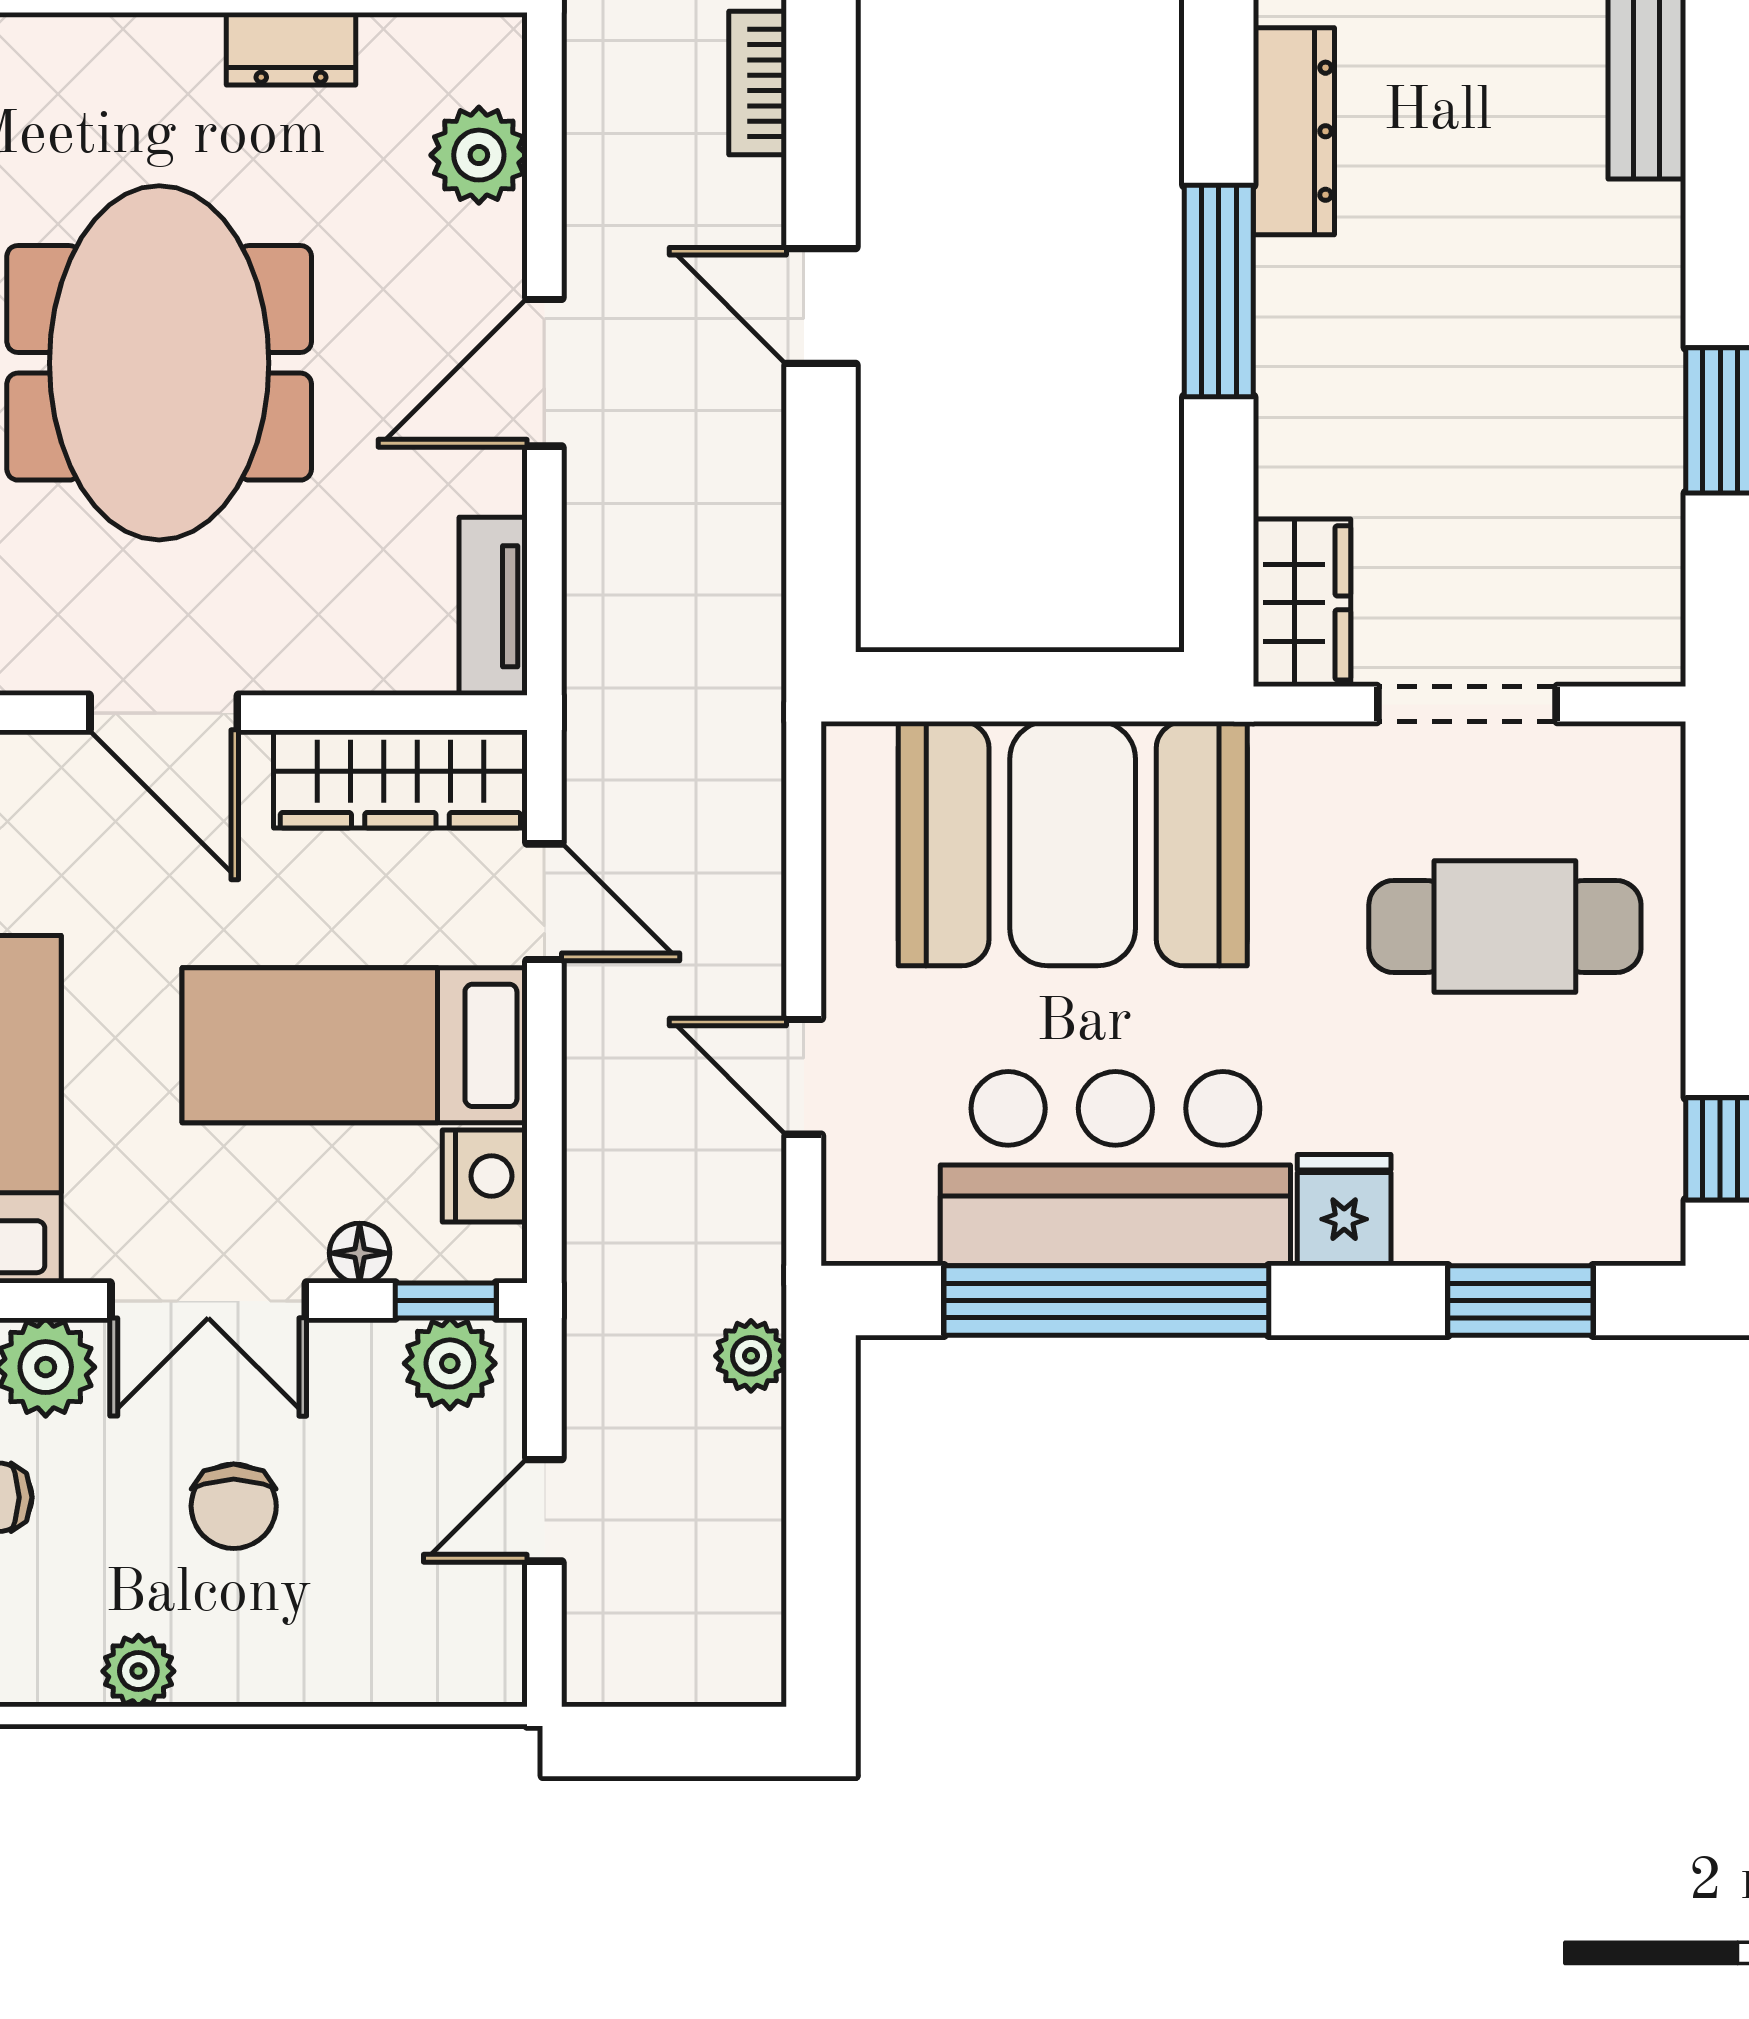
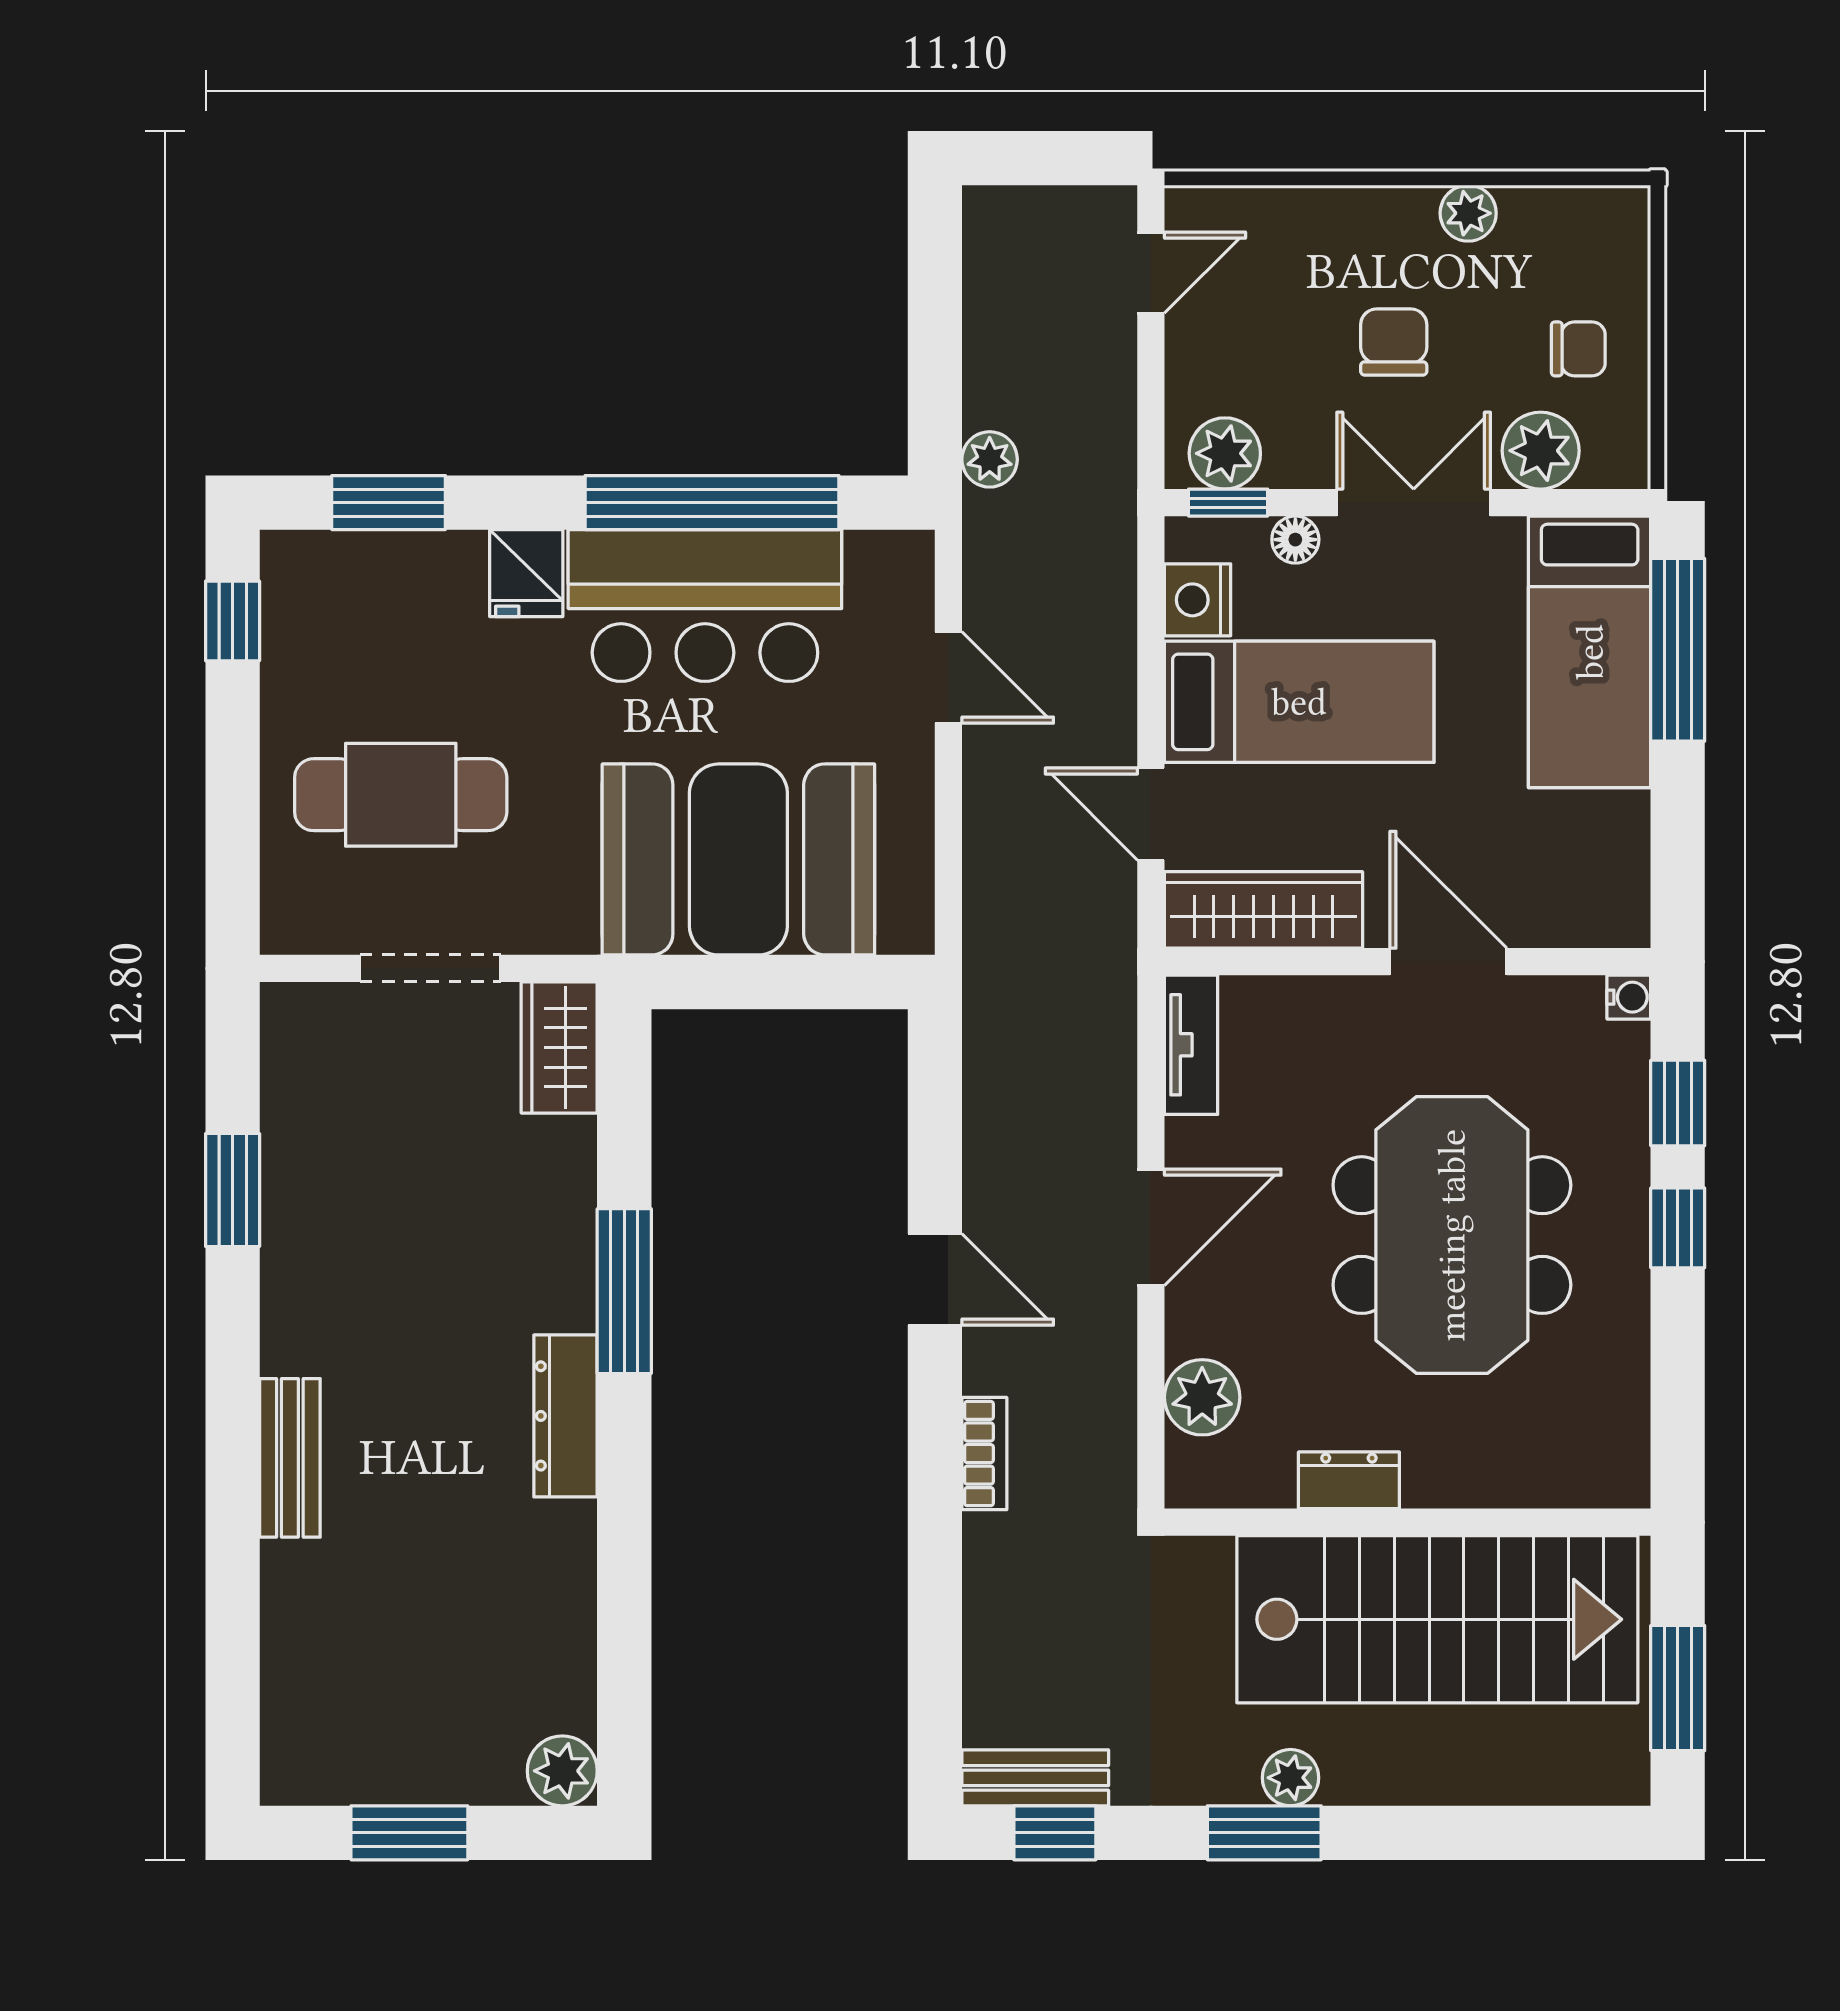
door: (544, 1510) -> (1151, 273), moved

